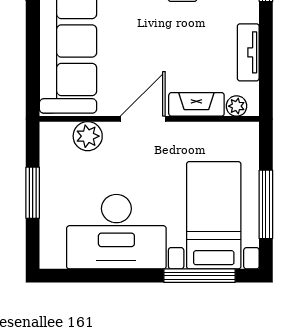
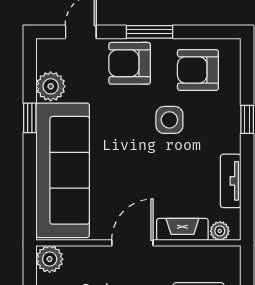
plant: (88, 136) -> (50, 259), moved

